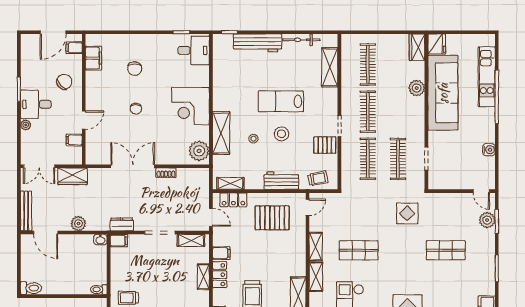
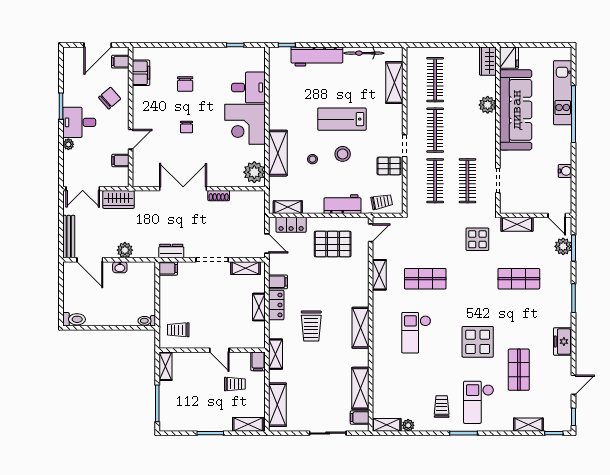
desk: (194, 50) -> (248, 87), moved
washbasin: (100, 240) -> (120, 267), moved
shelving: (316, 277) -> (517, 224), moved, turned 90

